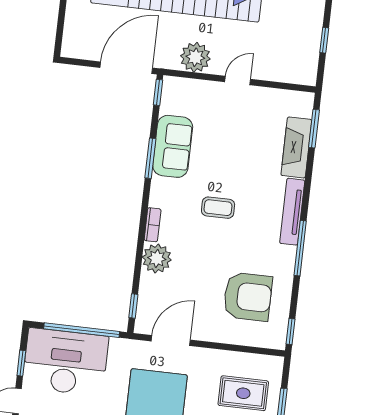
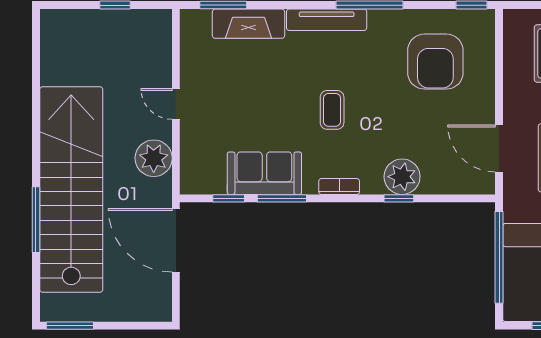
window: (158, 92) -> (229, 198), moved
bookcase: (153, 225) -> (339, 187), moved
armchair: (248, 297) -> (435, 62), turned 180
window: (133, 306) -> (399, 198), moved

